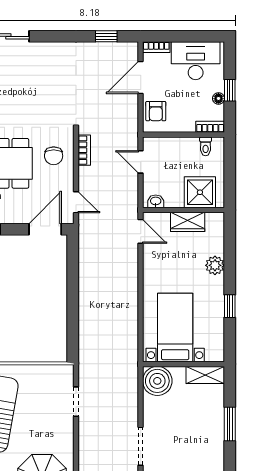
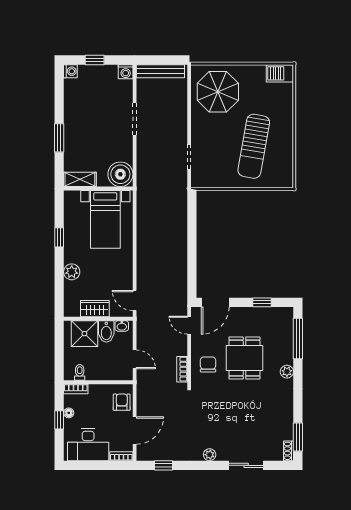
plant: (52, 49) -> (210, 455), added
bidet: (174, 195) -> (106, 331), added

